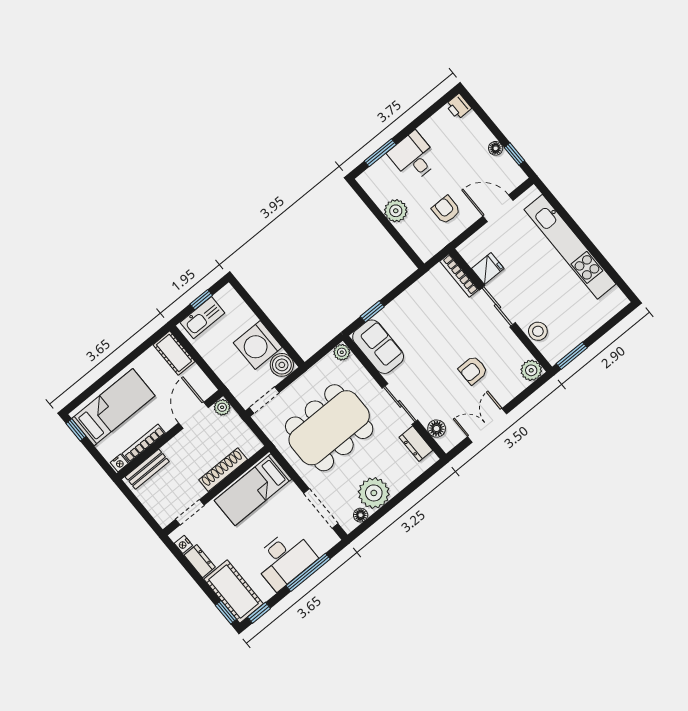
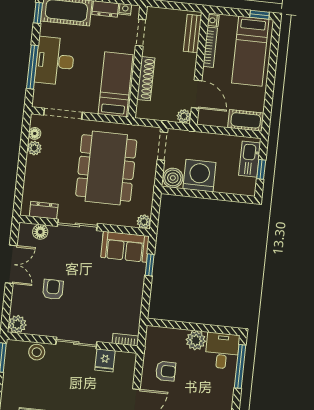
window: (380, 153) -> (240, 366), width x1.44
desk: (413, 157) -> (222, 351), moved, turned -90
bookcase: (459, 275) -> (125, 340), width x0.64
plant: (374, 493) -> (34, 148), width x0.53, depth x0.53

